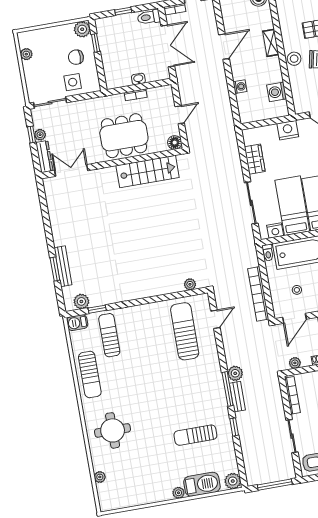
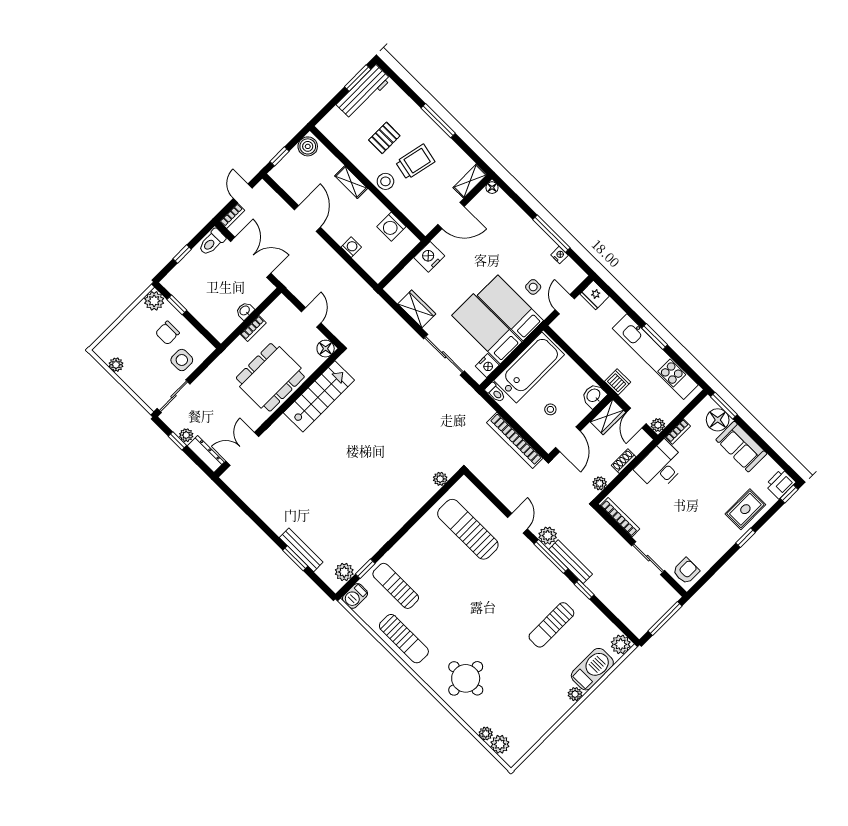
door: (215, 319) -> (518, 523), moved
bench: (237, 397) -> (571, 562), width x1.36
plant: (104, 491) -> (500, 744), added

